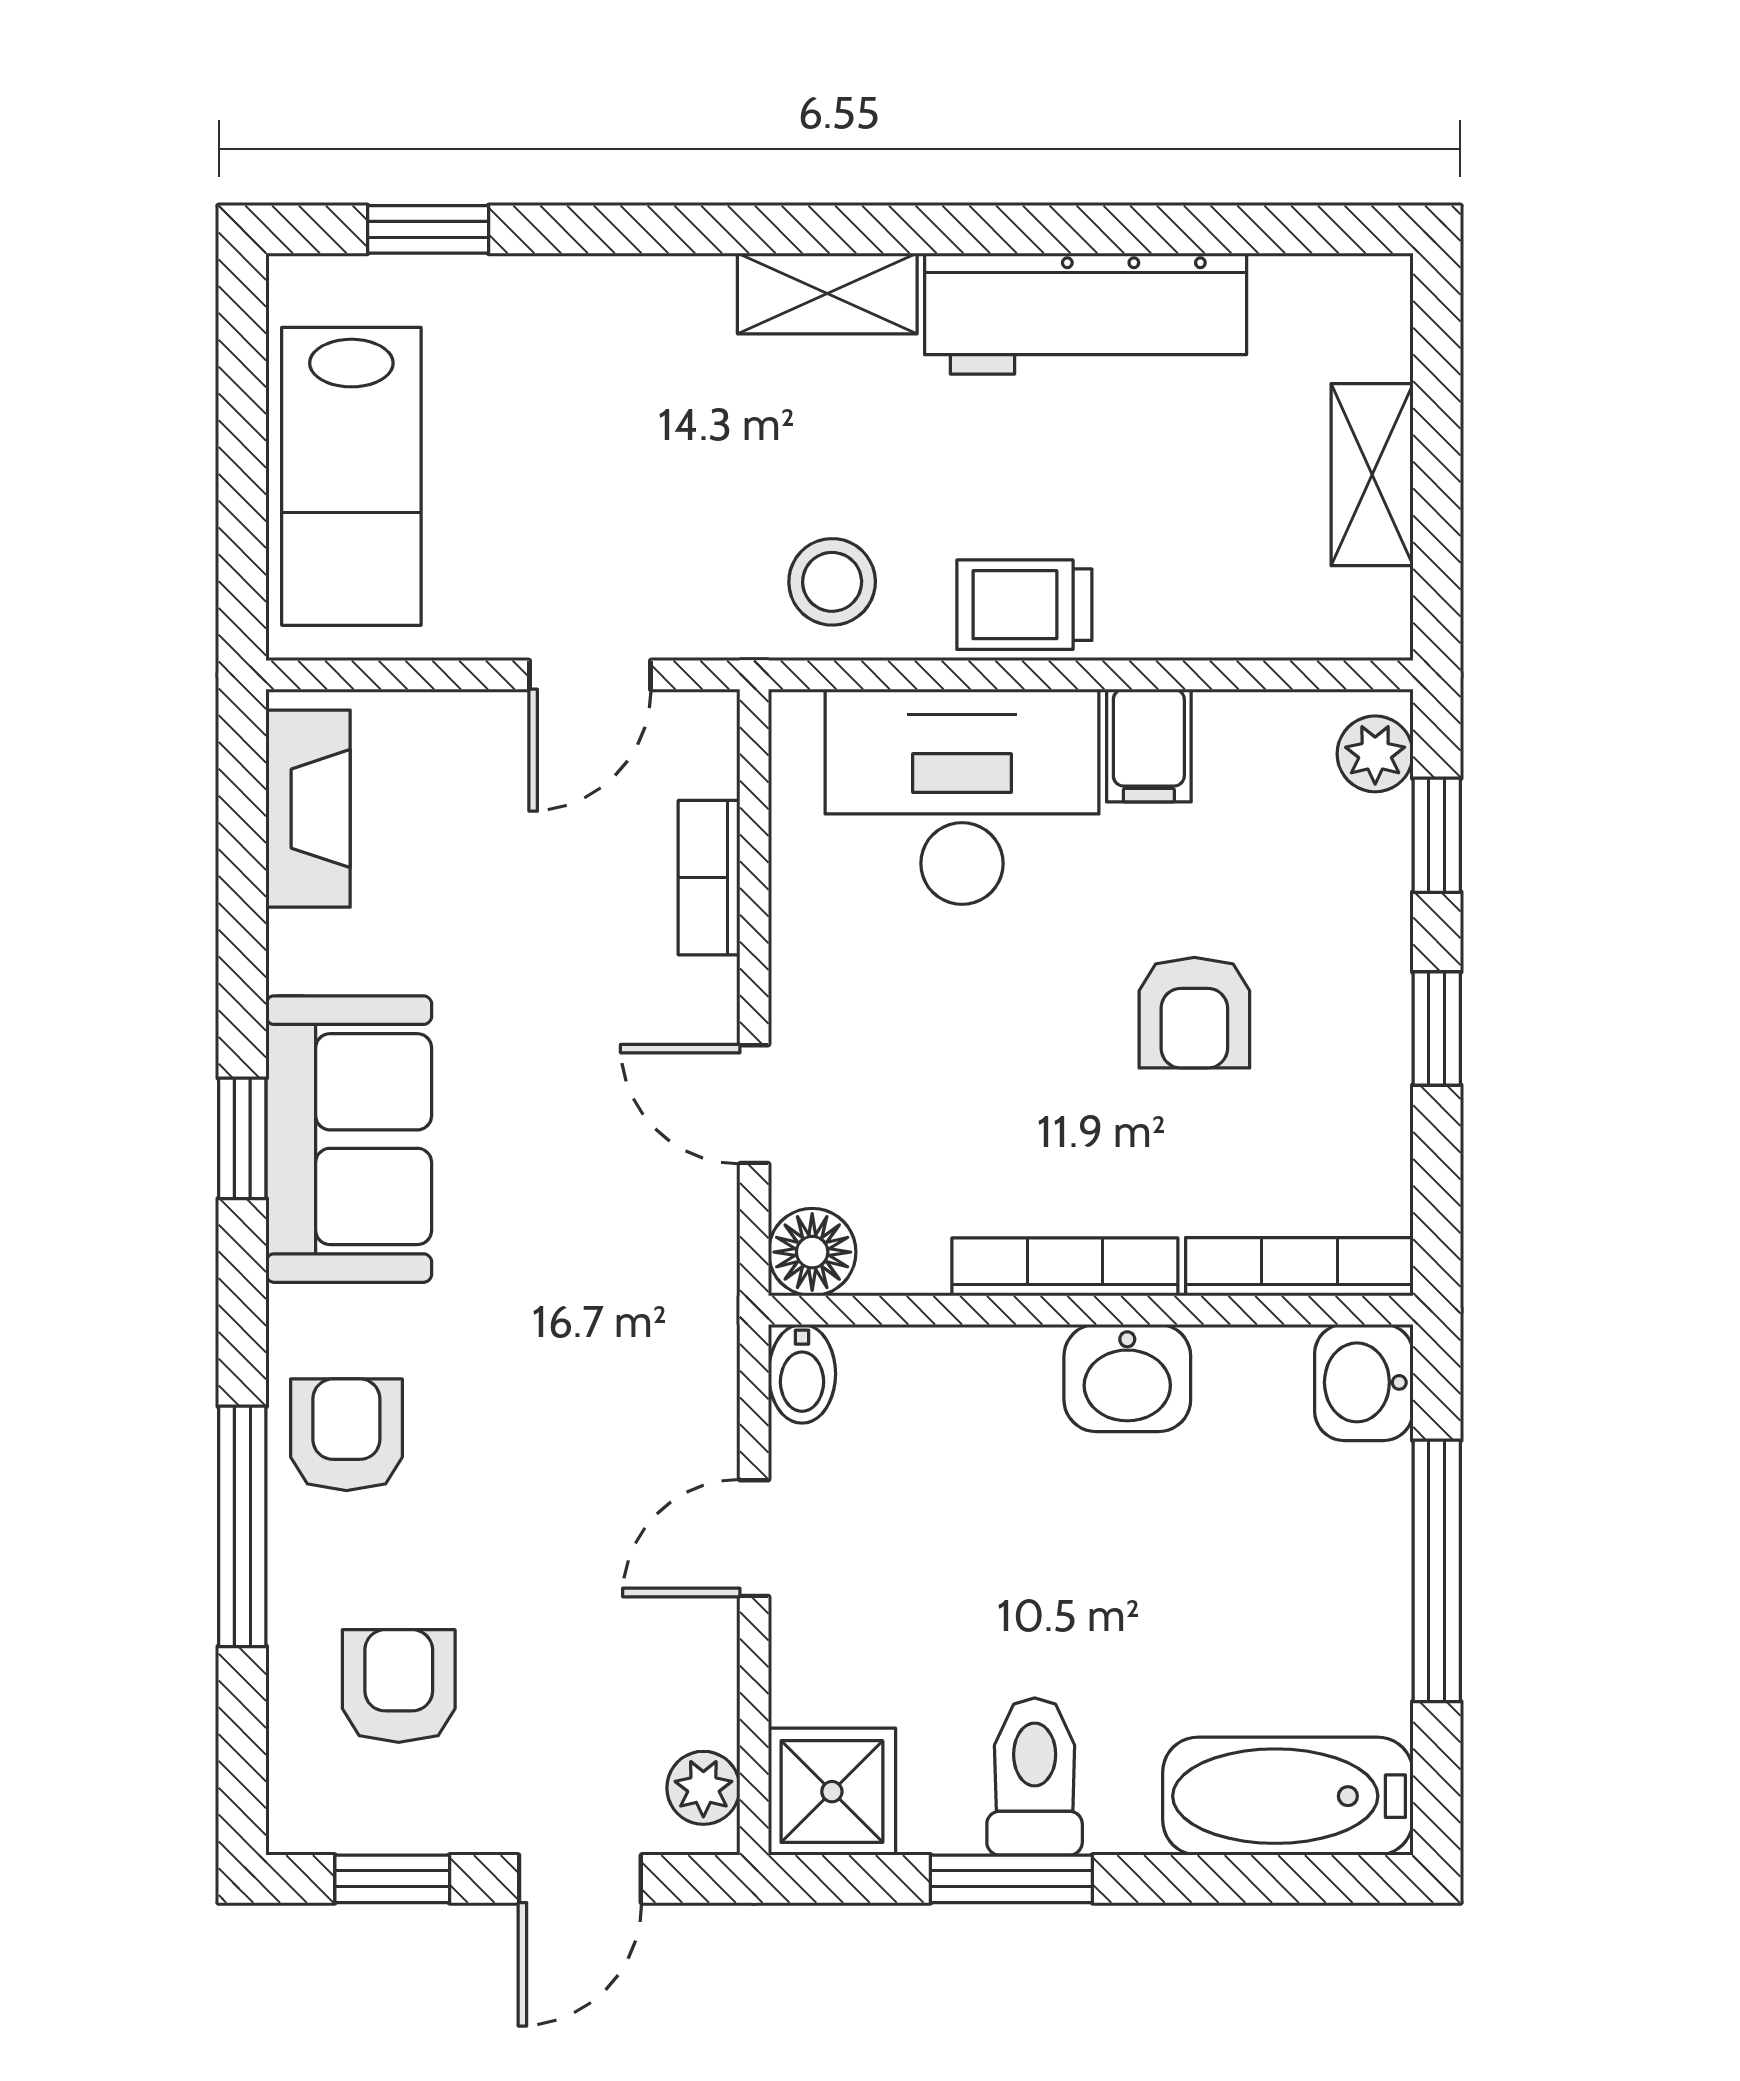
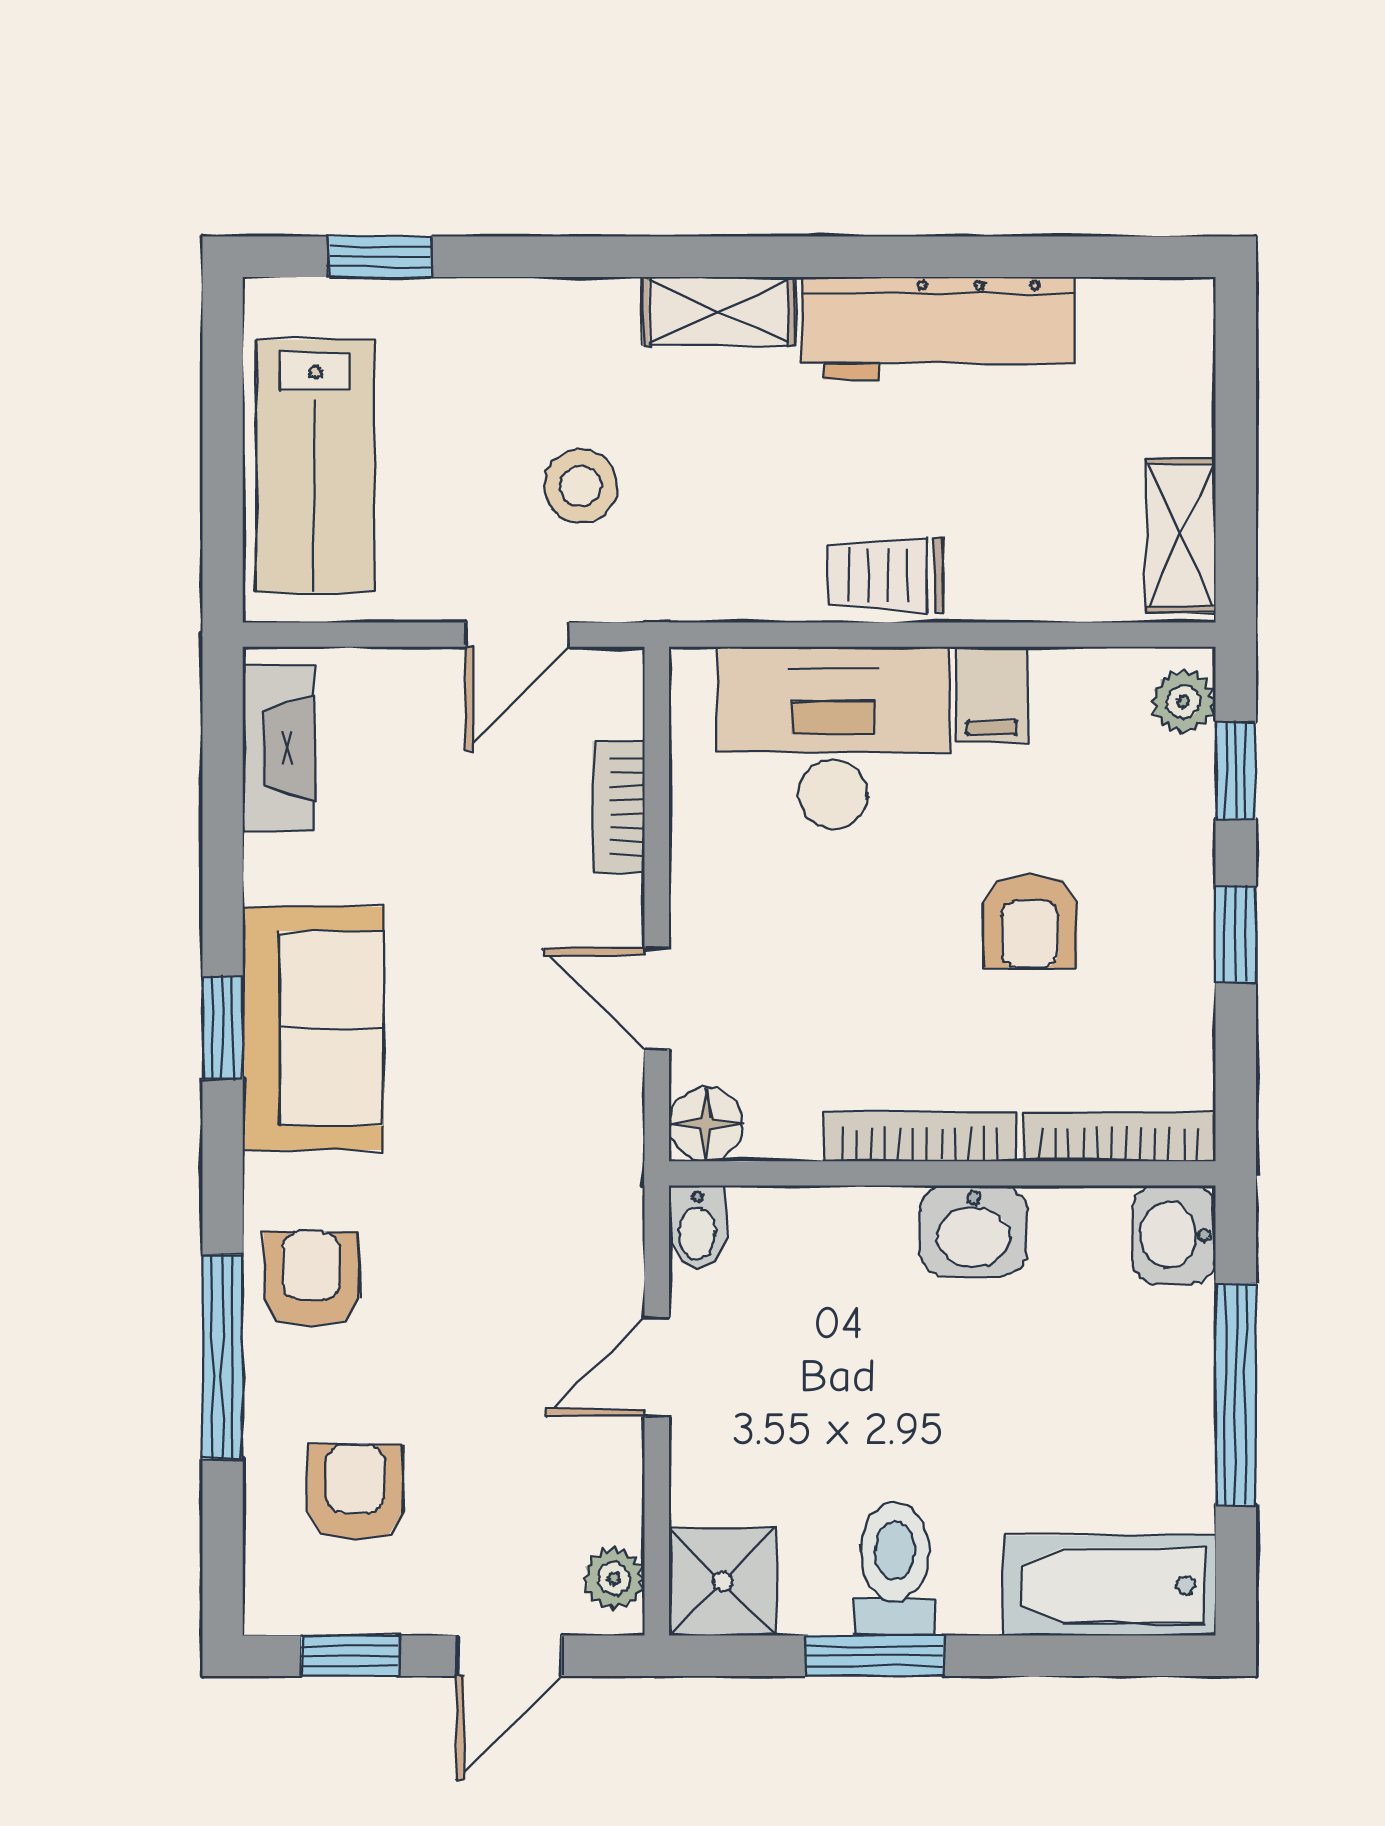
shelving: (1372, 475) -> (1181, 535), moved
stool: (832, 582) -> (580, 486), moved

